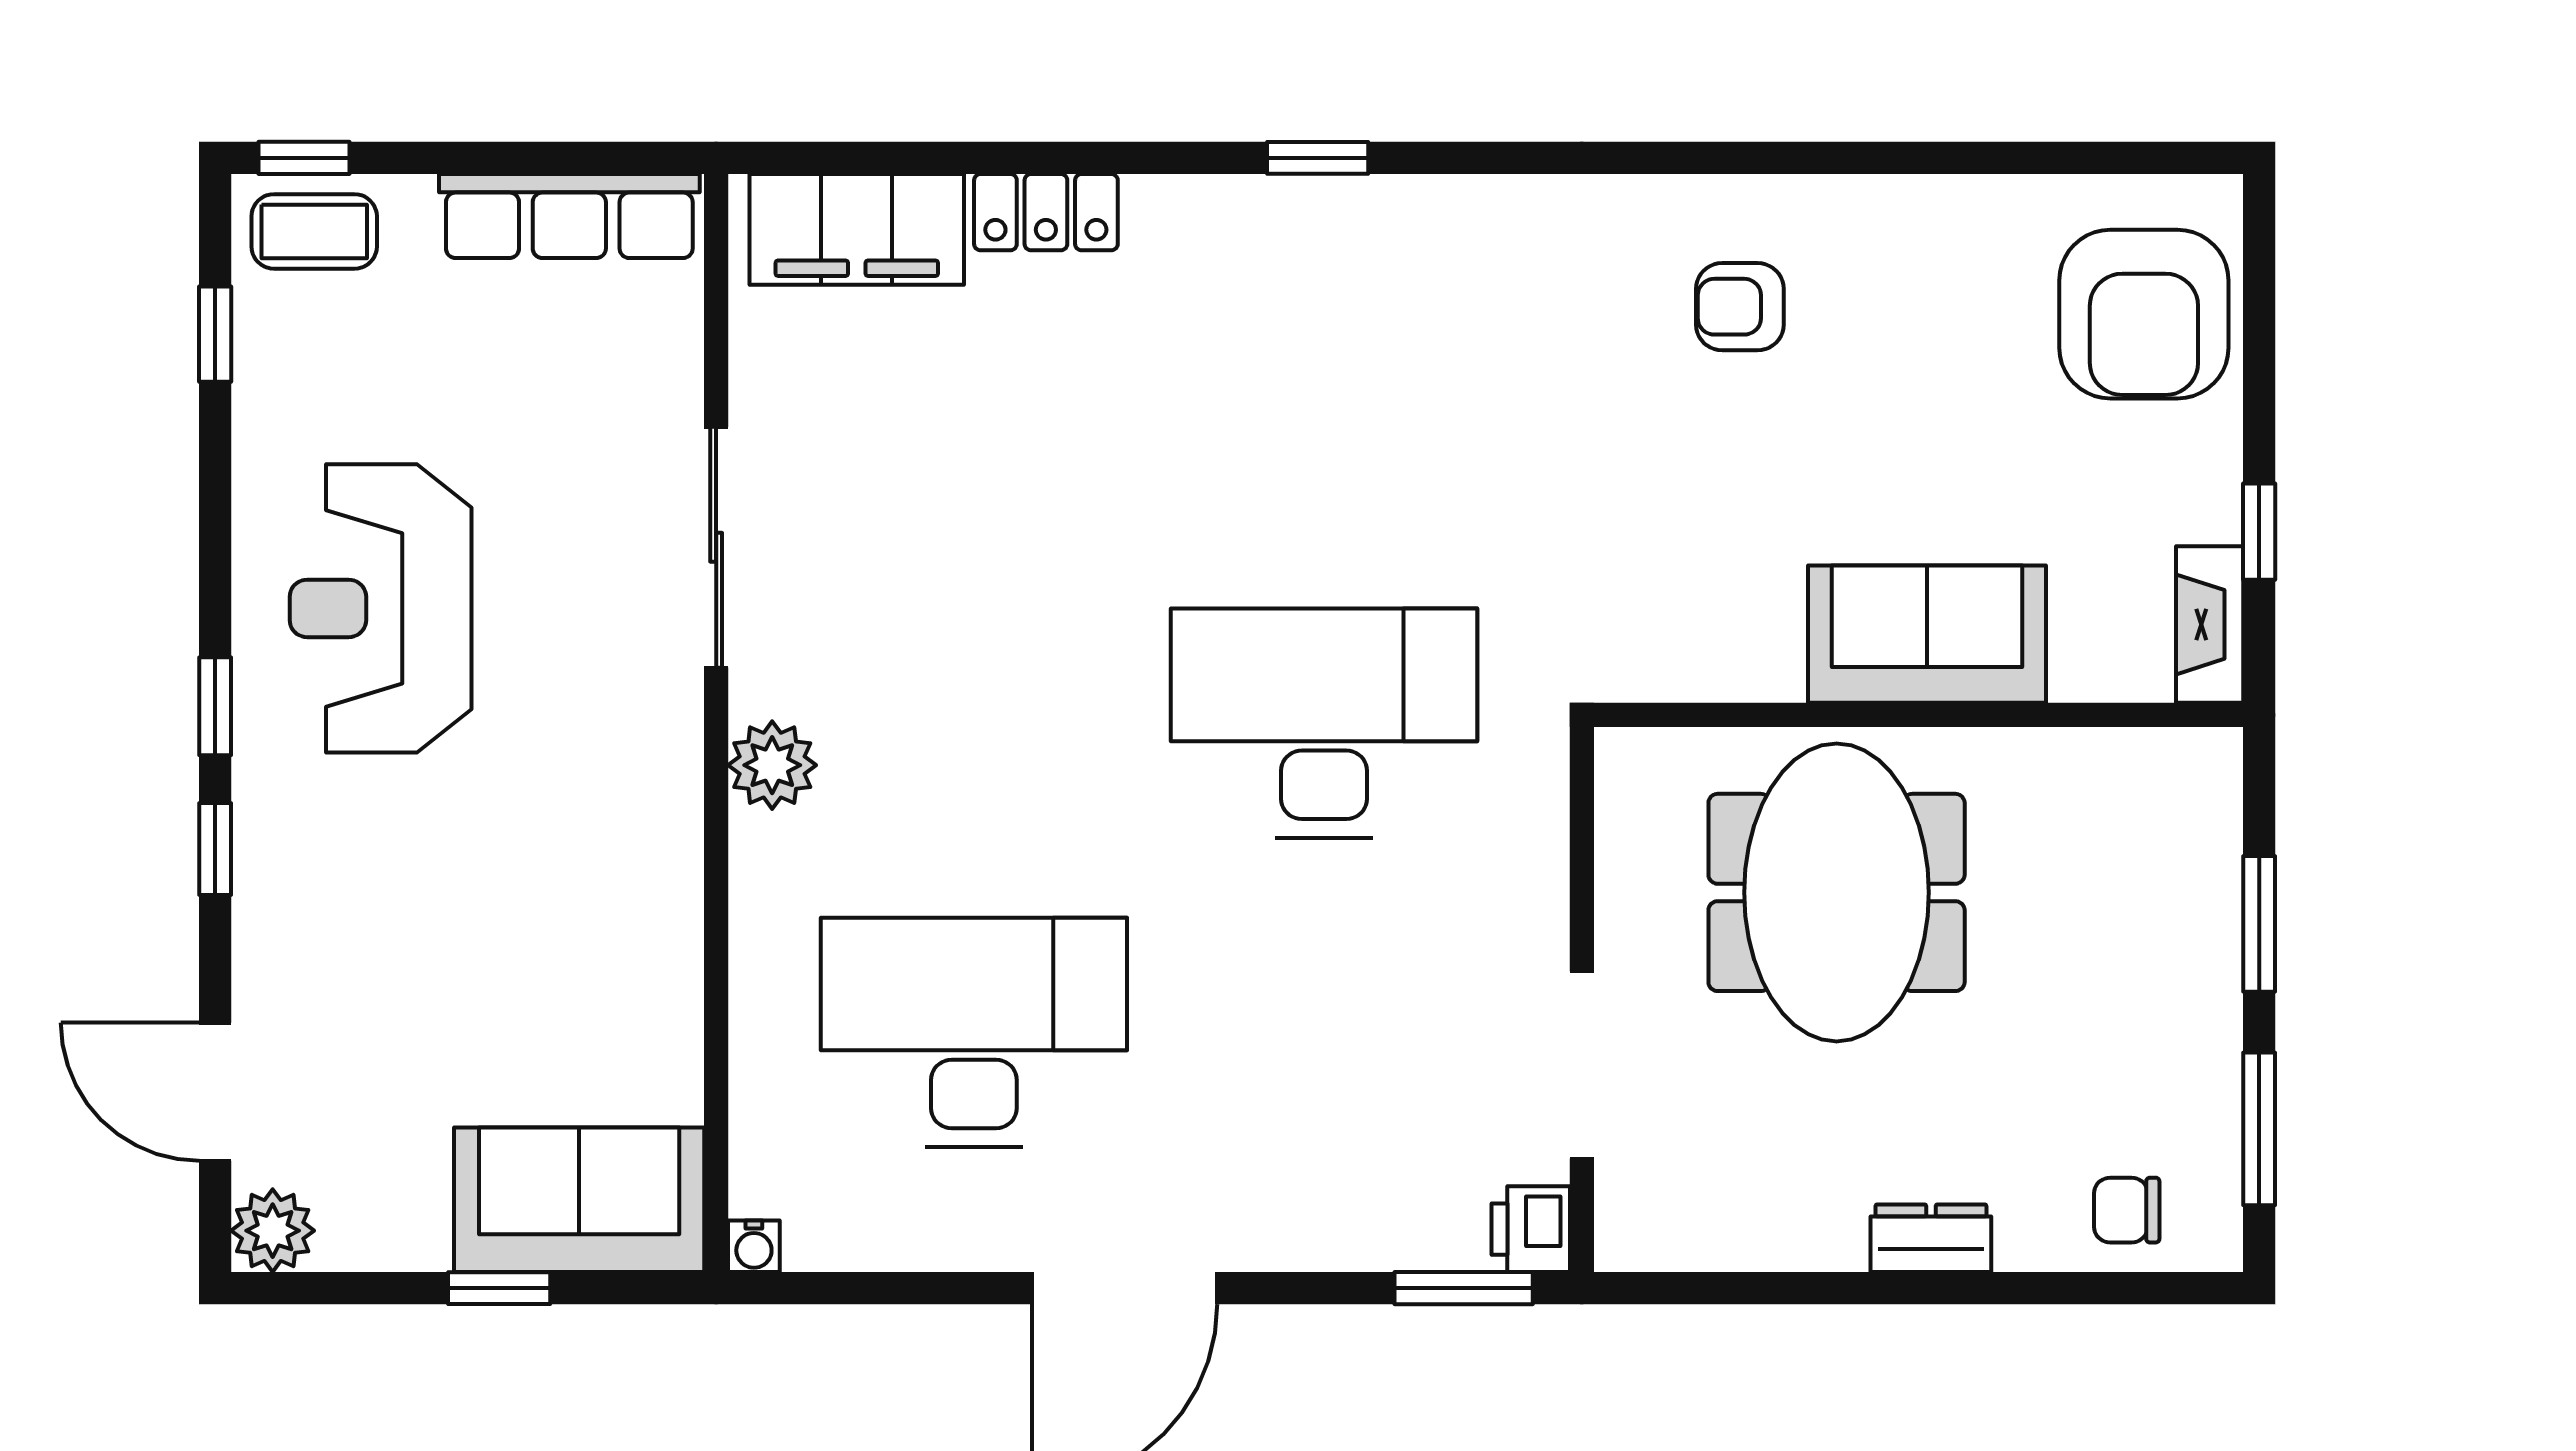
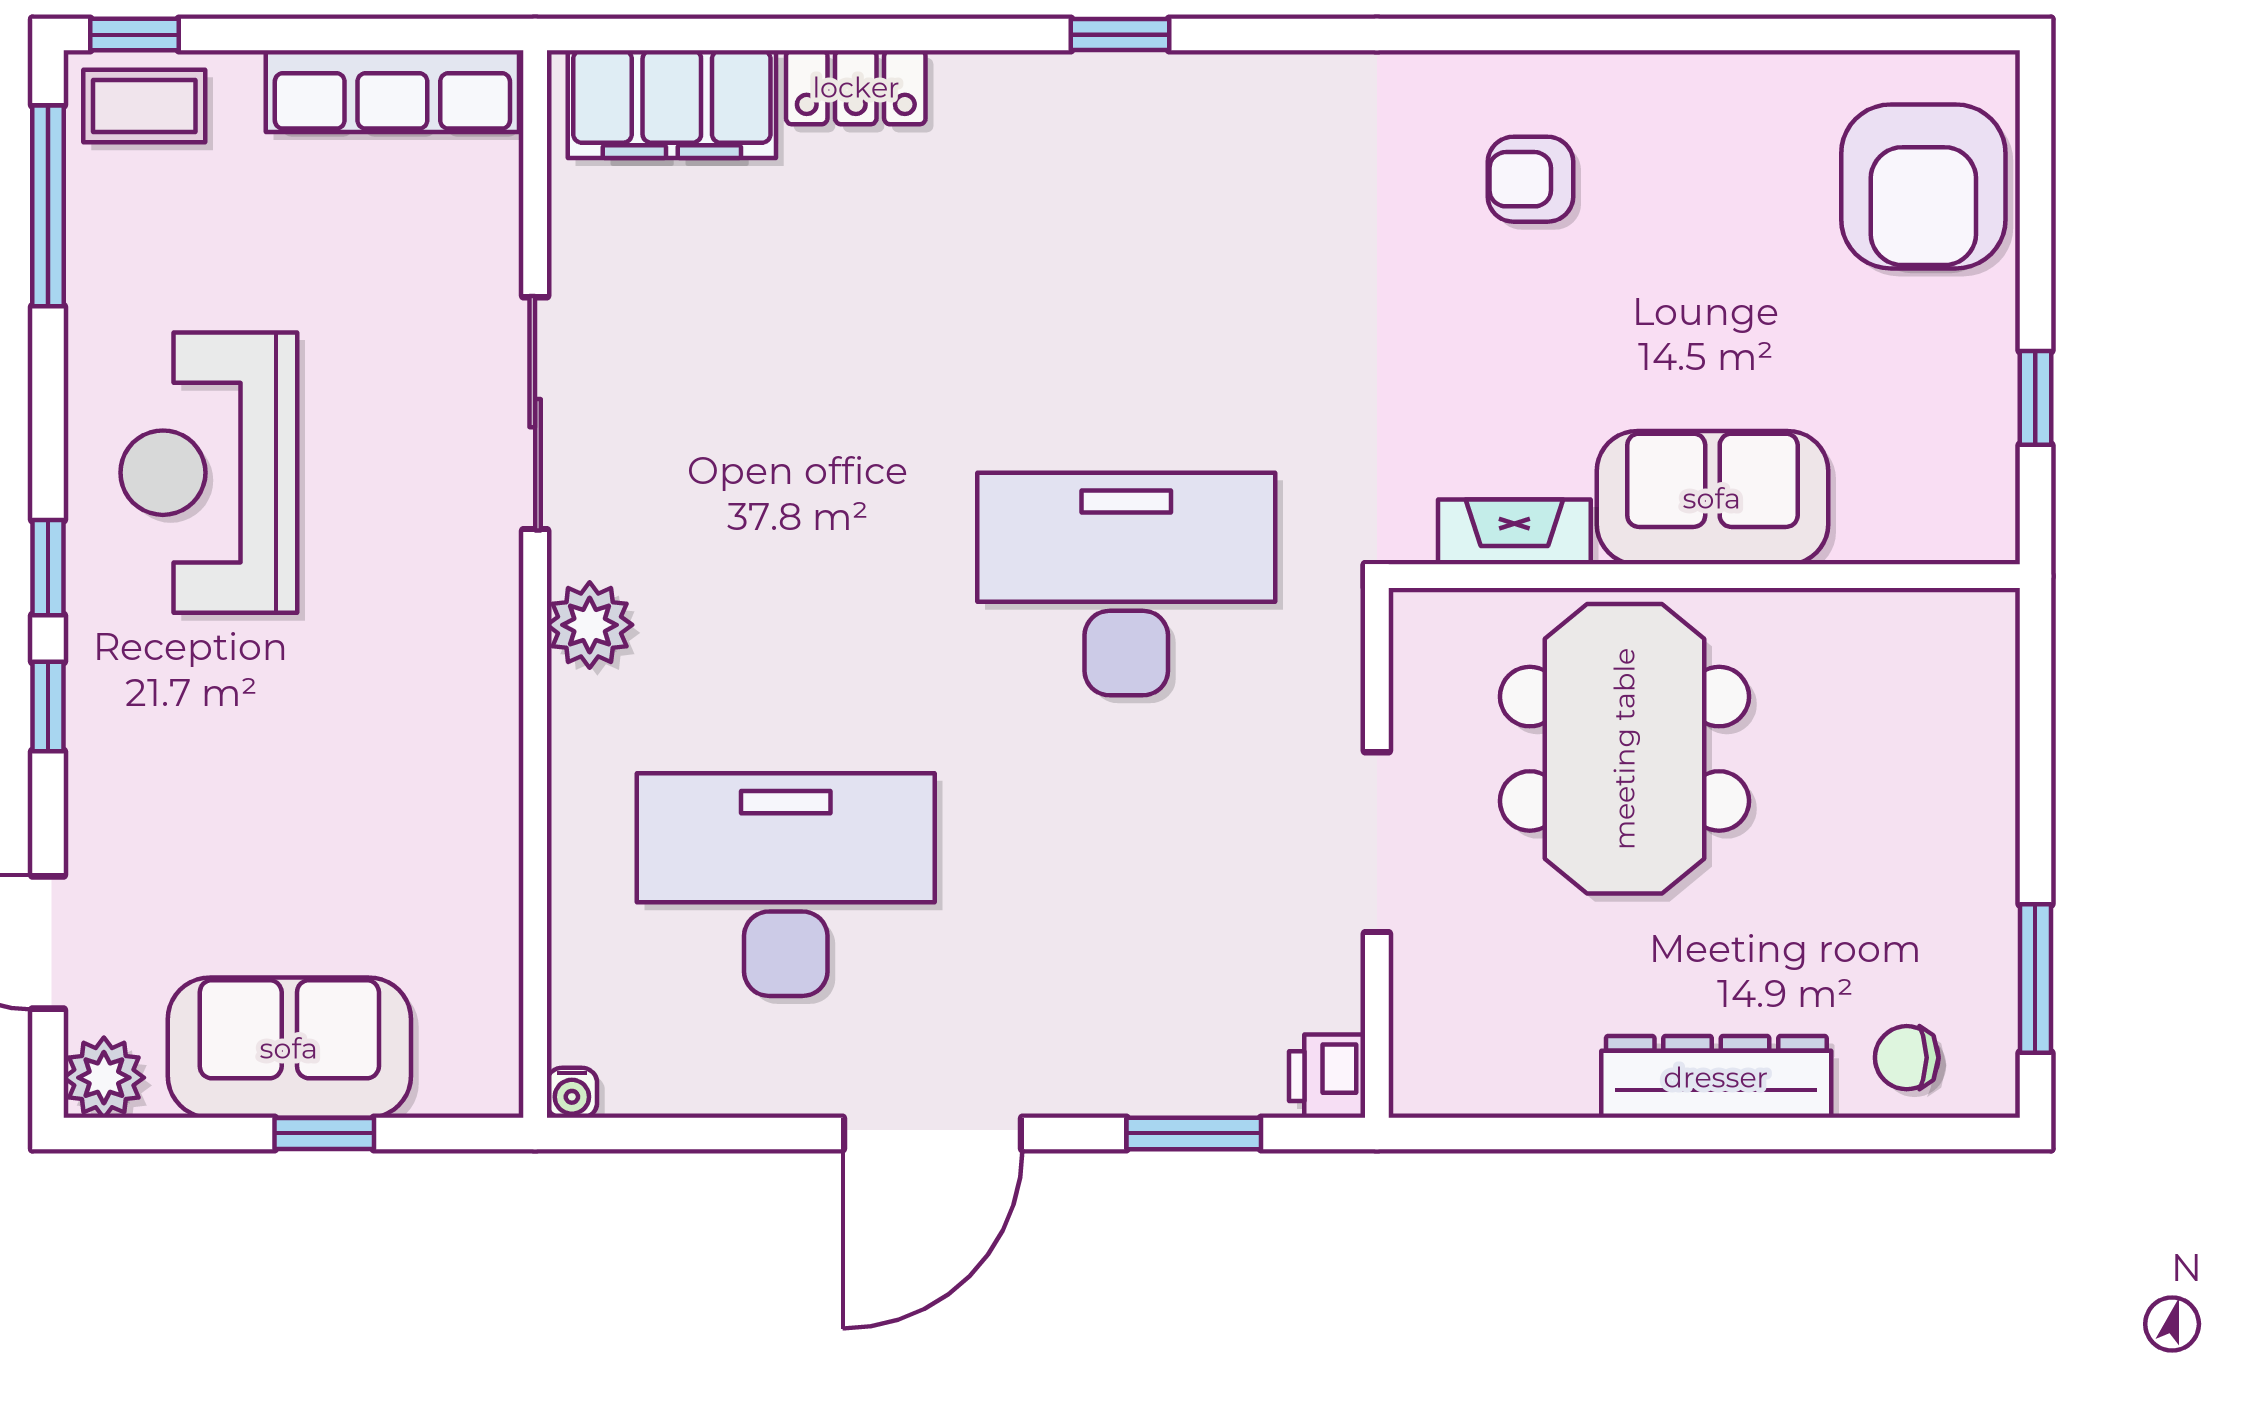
window: (215, 334) -> (48, 206), width x2.17
fireplace: (2210, 624) -> (1514, 532), moved, turned 90
window: (2259, 924) -> (2035, 779), removed
doorway: (1582, 1065) -> (1377, 842), moved
sofa: (579, 1200) -> (289, 1048), moved
dresser: (1931, 1238) -> (1716, 1077), width x1.96, depth x1.24
window: (1464, 1288) -> (1194, 1133), moved

